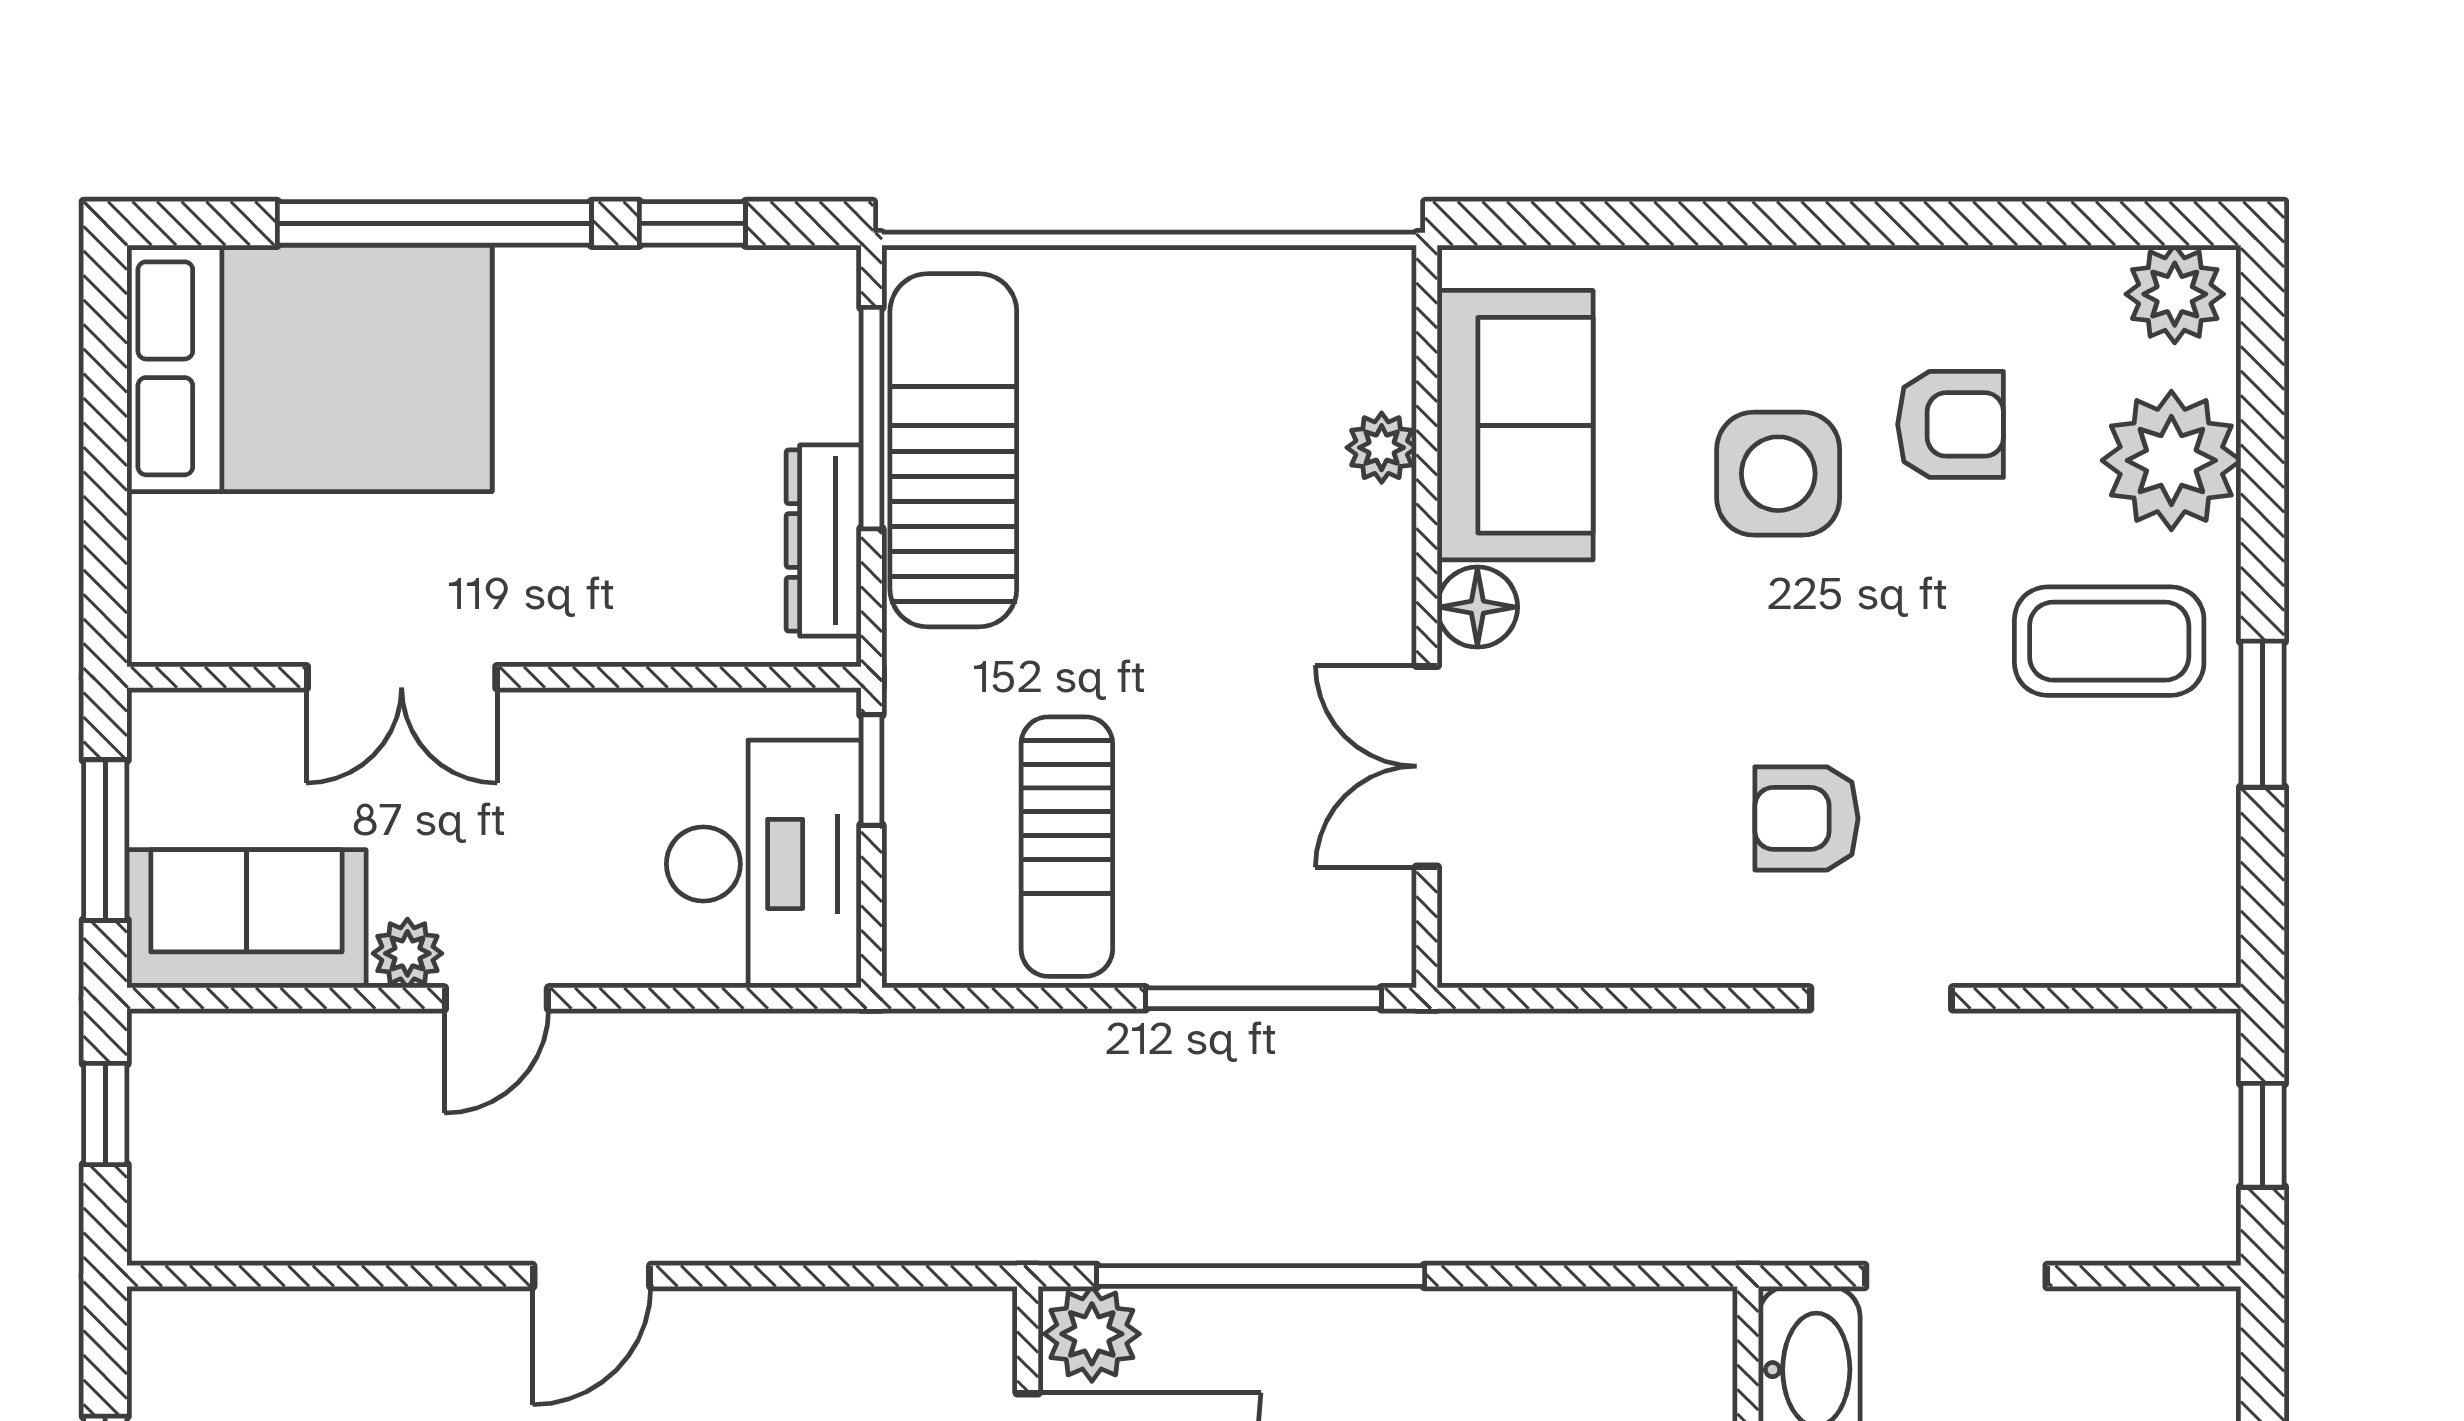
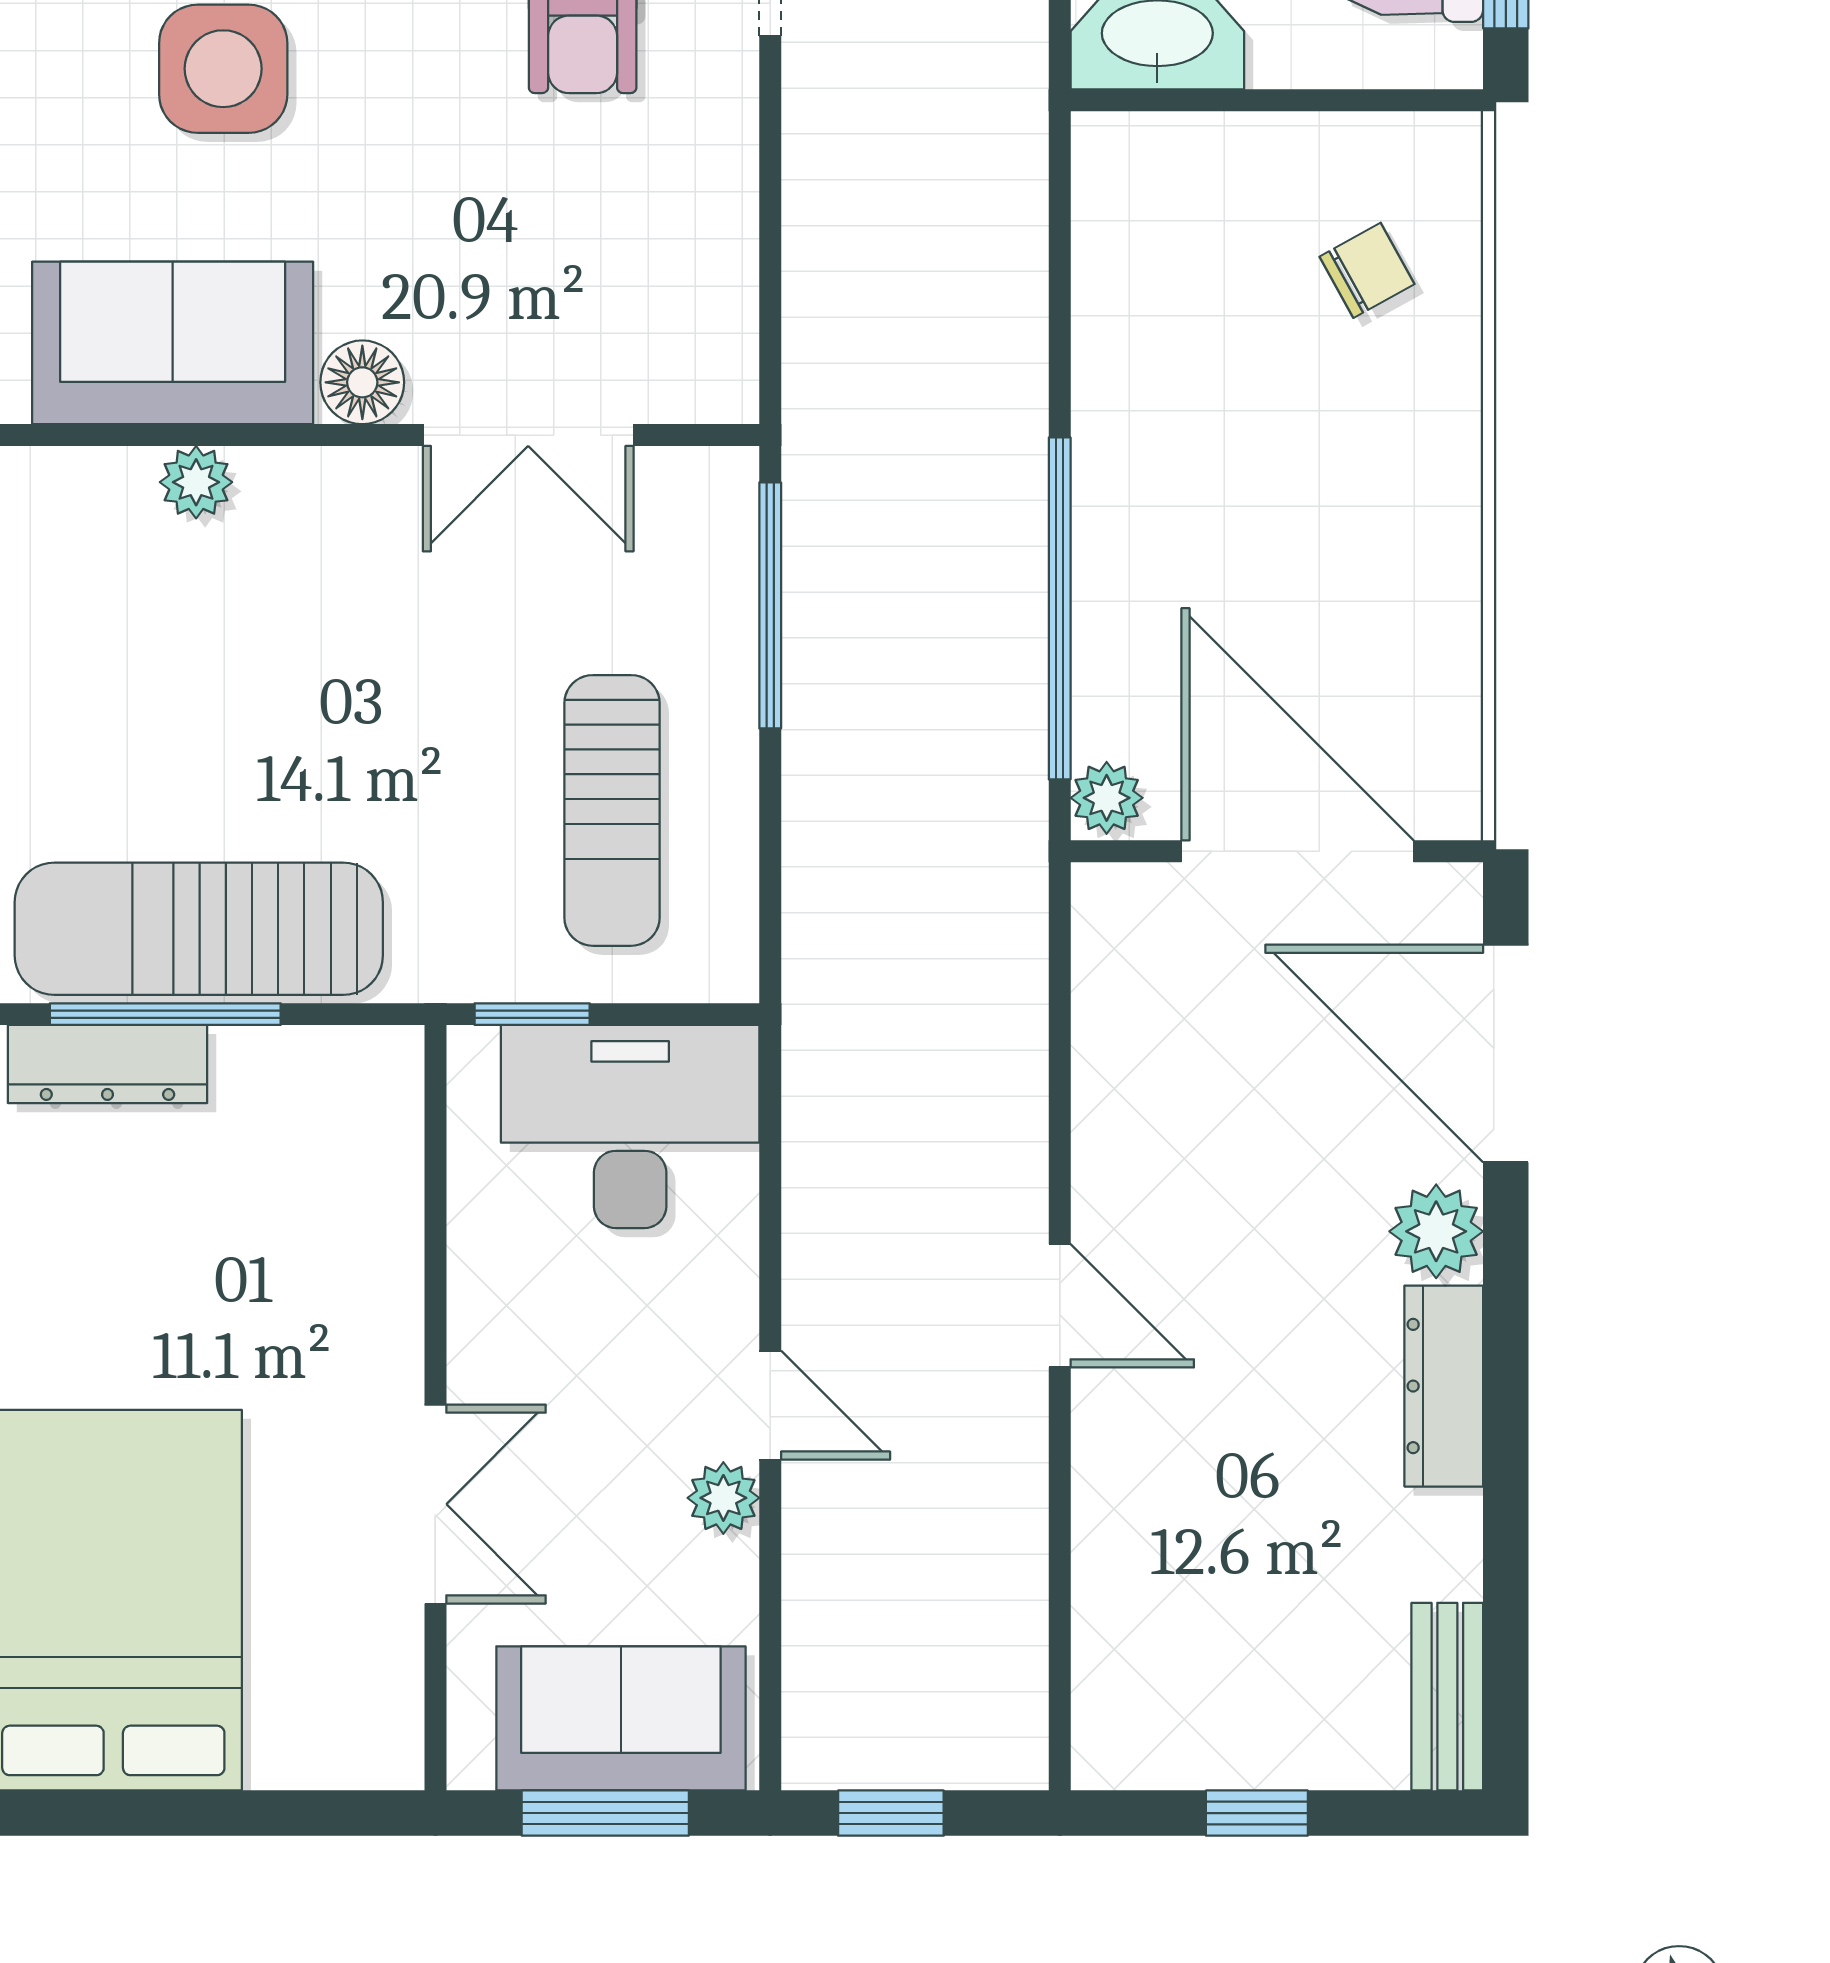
dresser: (824, 541) -> (107, 1064), moved
sun lounger: (1067, 847) -> (612, 810), turned 90
sofa: (246, 919) -> (621, 1718), moved, turned 90
plant: (1092, 1334) -> (1107, 798), width x0.73, depth x0.73

